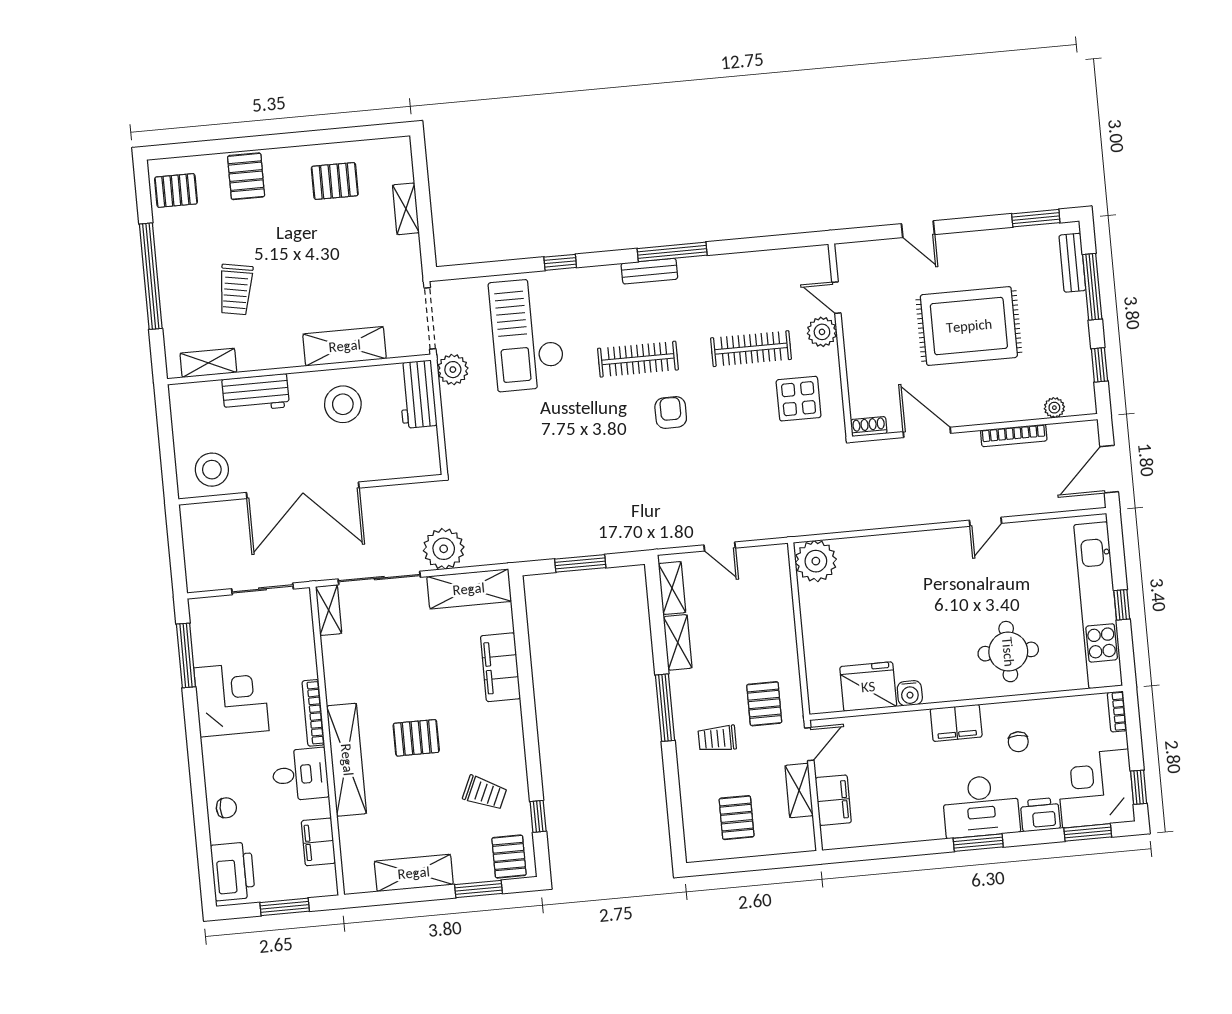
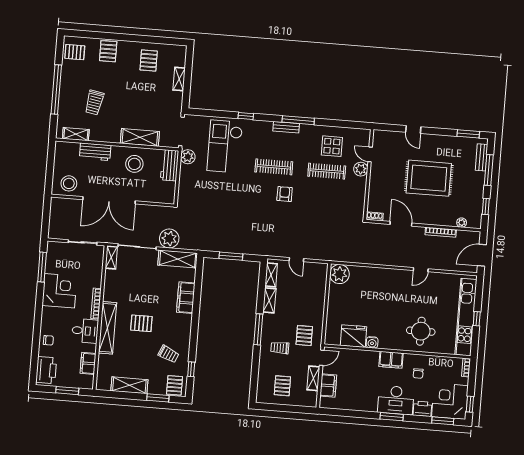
pallet: (335, 181) -> (149, 60), turned 90
display table: (799, 399) -> (332, 146), moved

